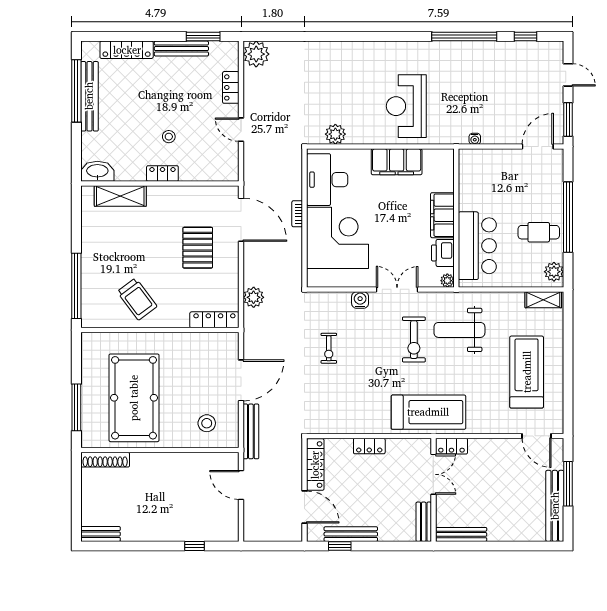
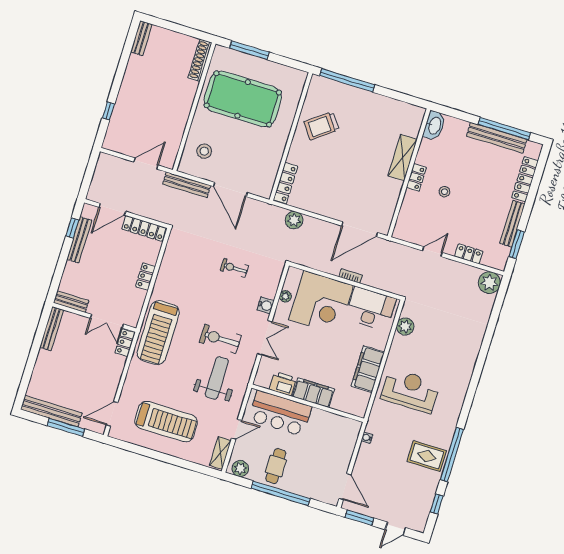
rug: (475, 65) -> (427, 456), added
shelving: (120, 196) -> (403, 158), moved
pallet: (198, 248) -> (348, 187), removed
plant: (447, 281) -> (285, 296), moved
door: (511, 289) -> (237, 429), added

